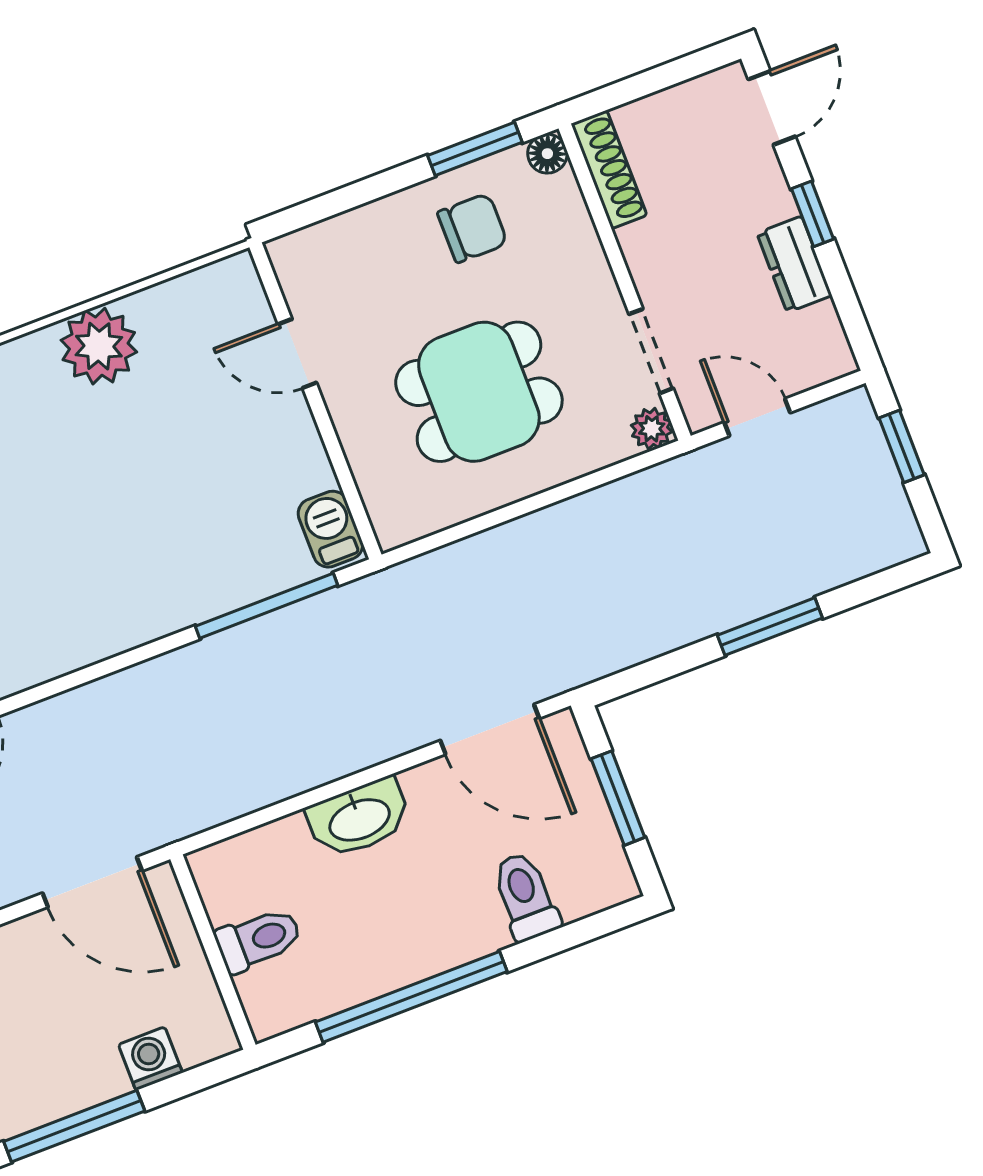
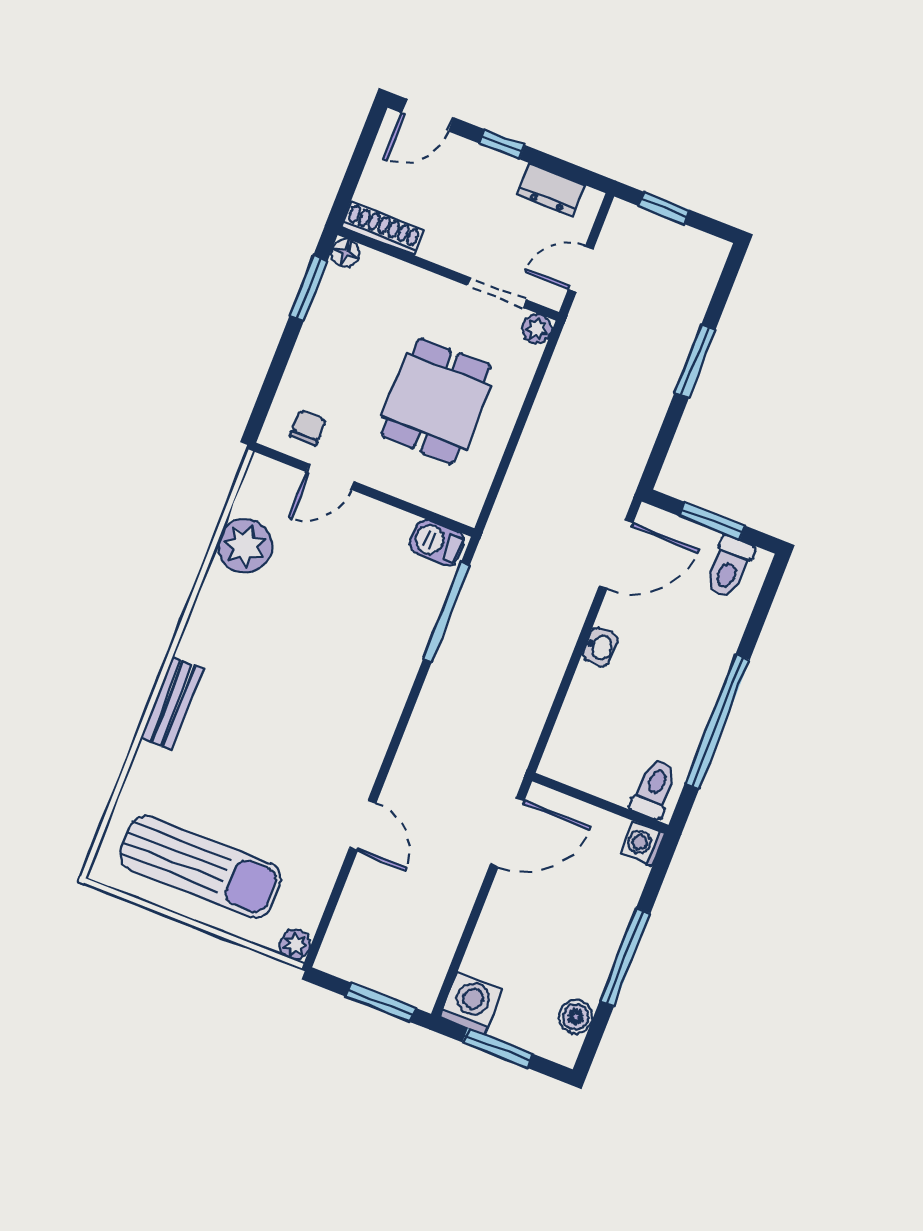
door: (772, 108) -> (428, 115), swing flipped
chair: (472, 228) -> (308, 428), moved, width x0.73, depth x0.73
dresser: (794, 264) -> (551, 190), moved
plant: (99, 346) -> (245, 546), moved
washbasin: (359, 818) -> (600, 647), width x0.52, depth x0.69
toilet: (525, 896) -> (729, 567), moved, turned -90
toilet: (258, 940) -> (654, 789), moved
washing machine: (150, 1059) -> (643, 843), moved

